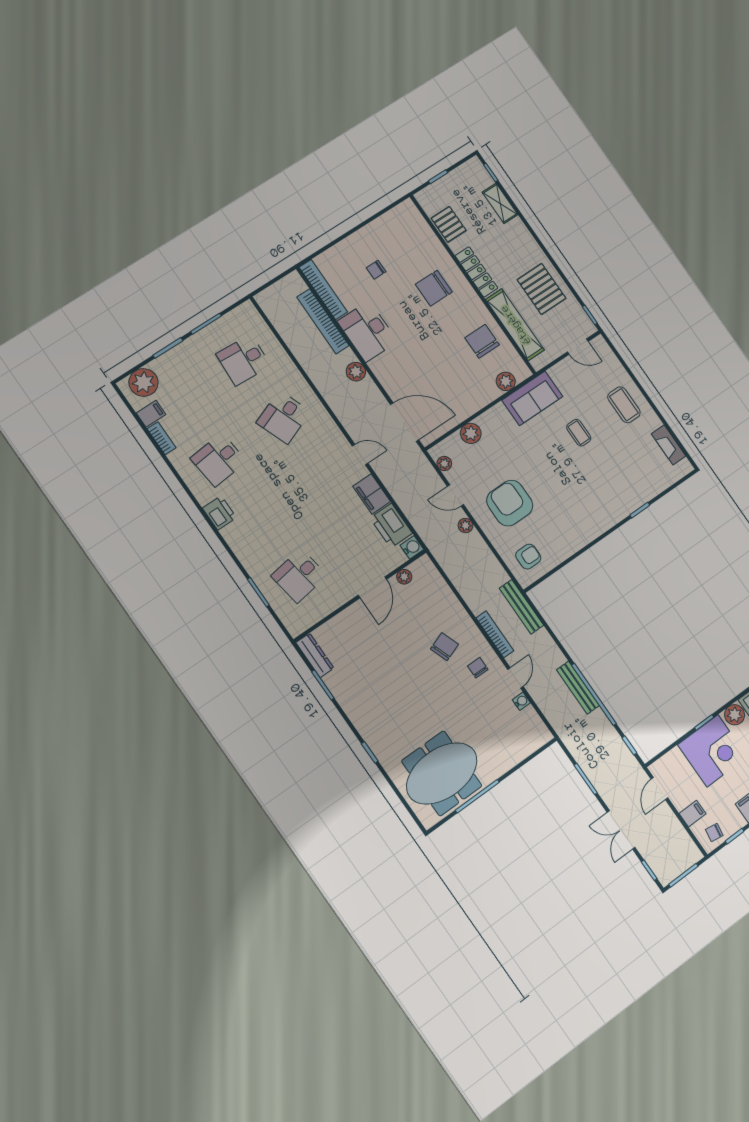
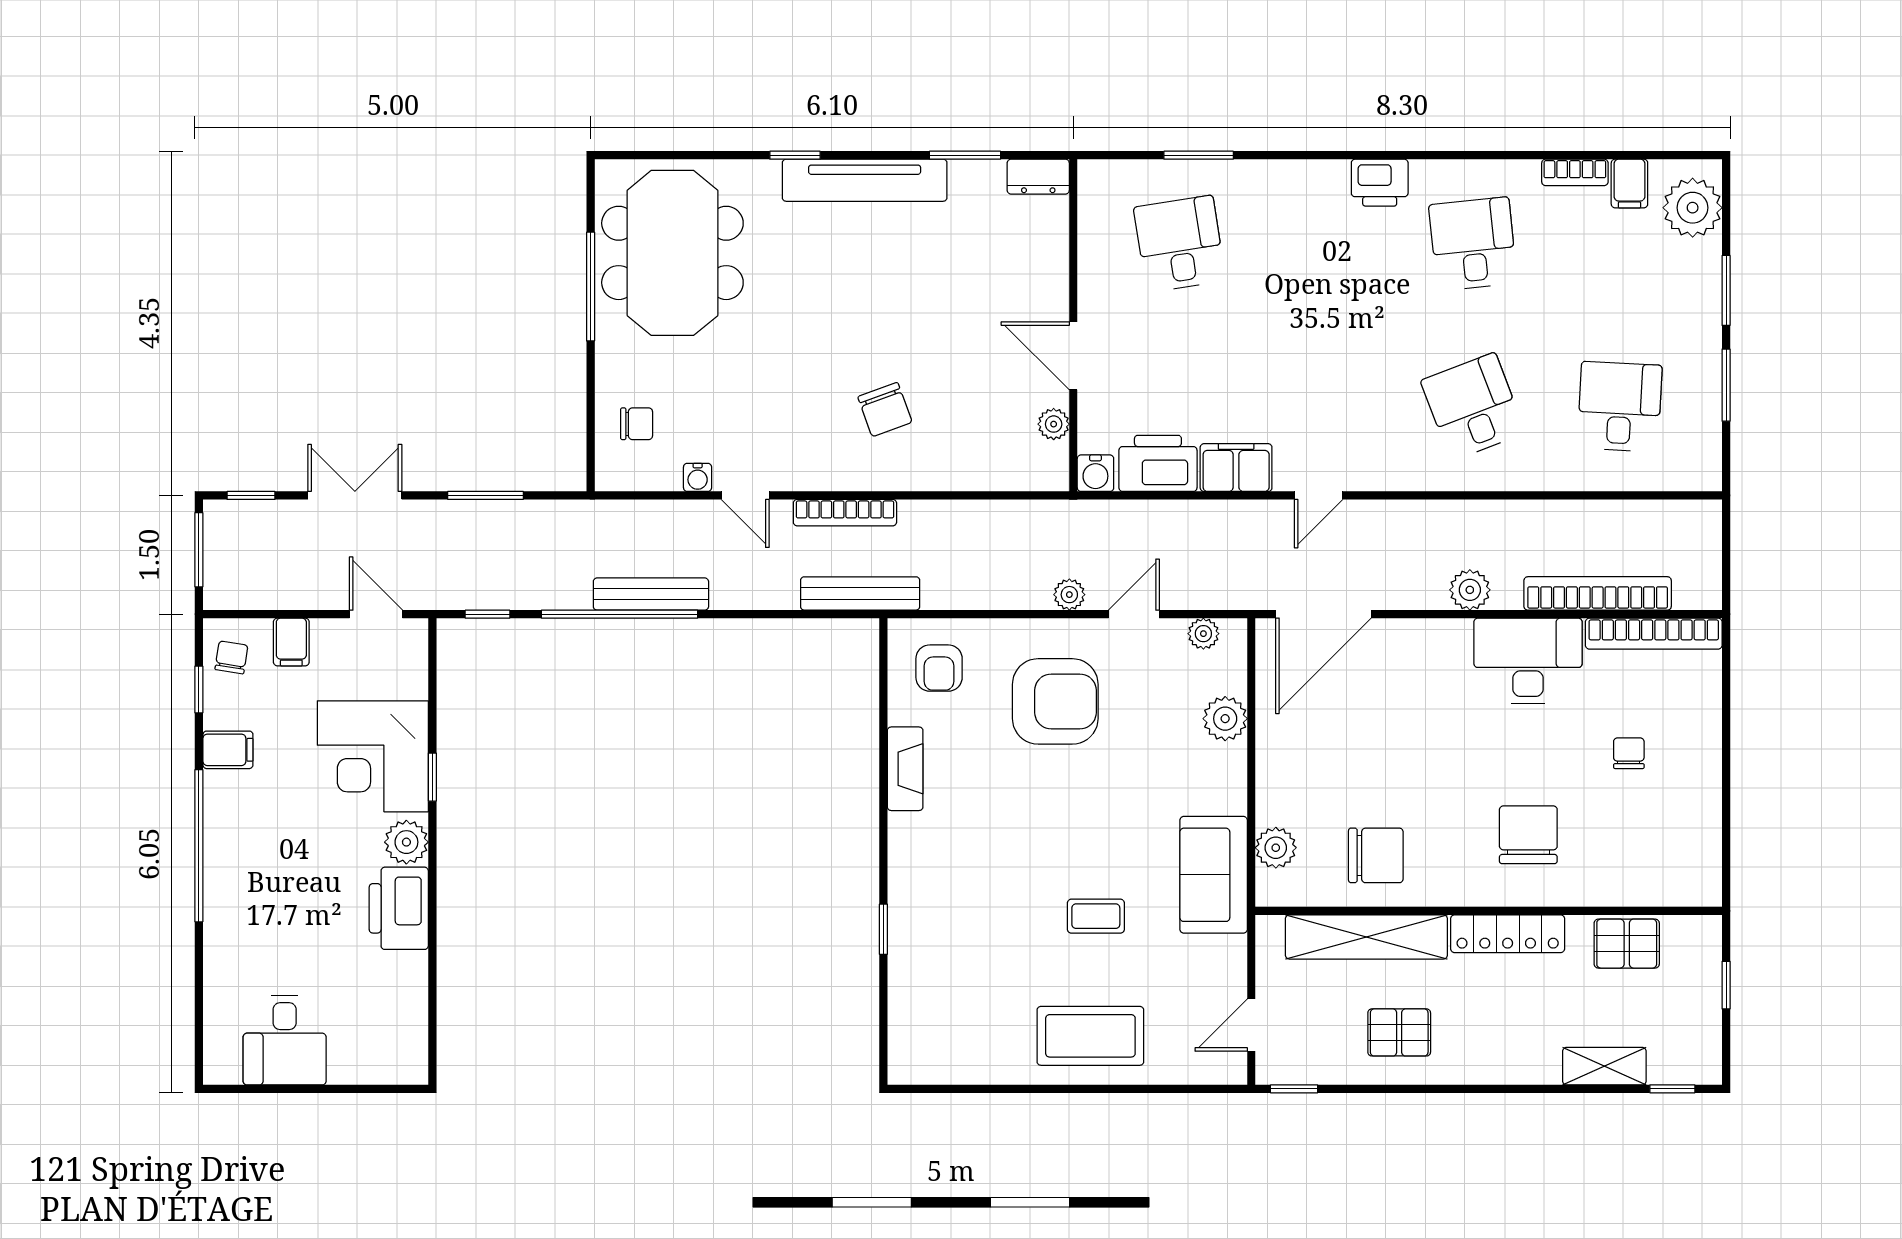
pallet: (542, 289) -> (1399, 1032), width x0.67, depth x0.71
coffee table: (624, 405) -> (1090, 1036), width x1.36, depth x1.32
fireplace: (669, 445) -> (905, 769), moved, turned 90
dresser: (315, 655) -> (1038, 177), width x0.70
chair: (478, 668) -> (637, 424), moved
tv unit: (360, 718) -> (865, 180), added

